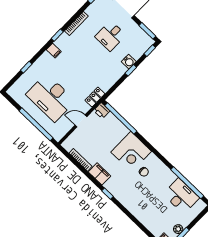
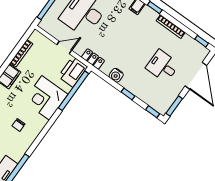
water cooler: (129, 62) -> (116, 75), moved
printer: (102, 111) -> (73, 72), width x1.87, depth x1.48
door: (81, 121) -> (64, 47), hinge flipped
corner desk: (131, 152) -> (46, 98), moved

